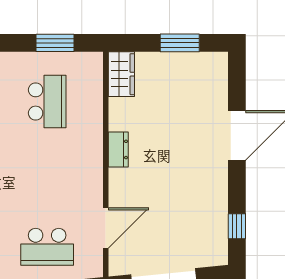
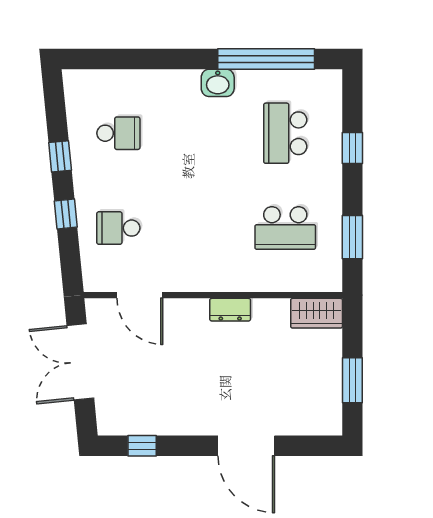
school desk: (47, 247) -> (118, 228), width x0.54

